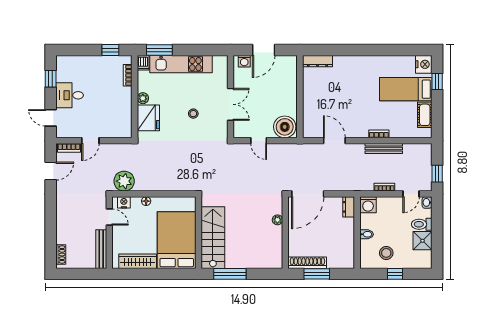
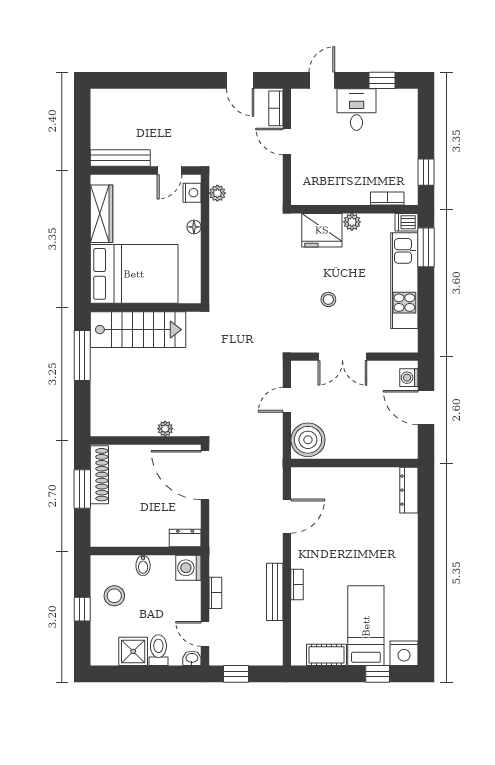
plant: (124, 181) -> (217, 193), width x0.53, depth x0.53
shoe rack: (61, 254) -> (112, 96), removed

